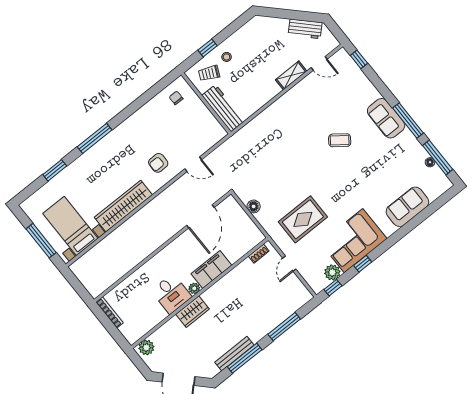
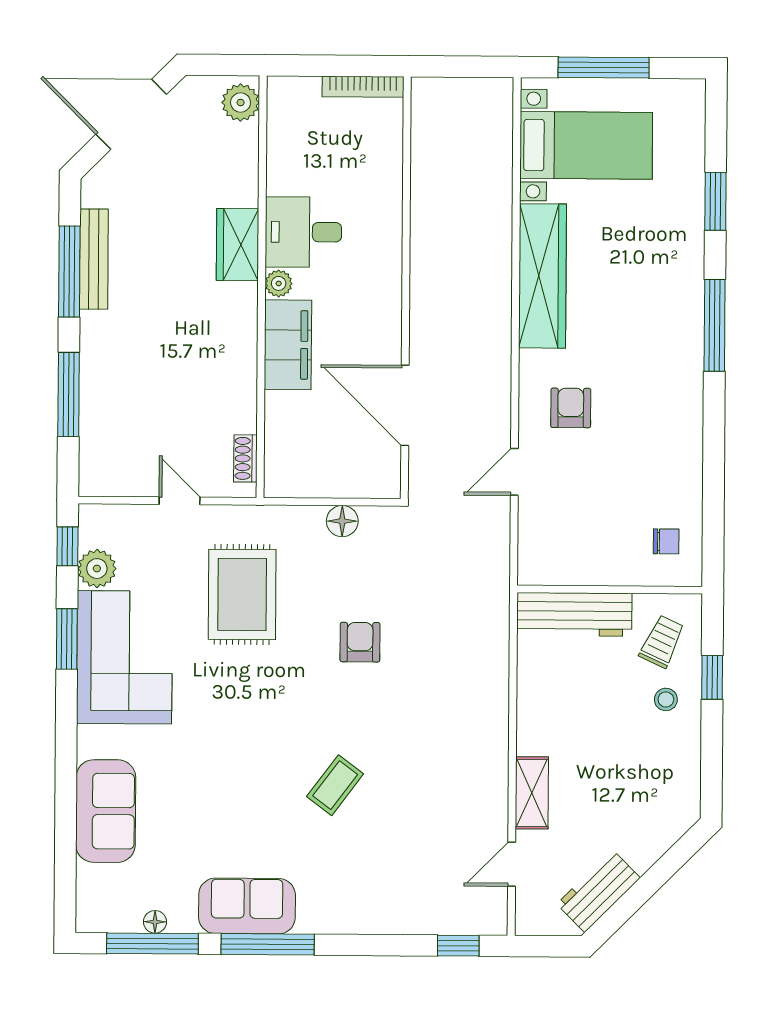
sofa: (386, 118) -> (247, 906), moved
armchair: (288, 169) -> (360, 642), added
window: (363, 264) -> (67, 639), width x1.50

